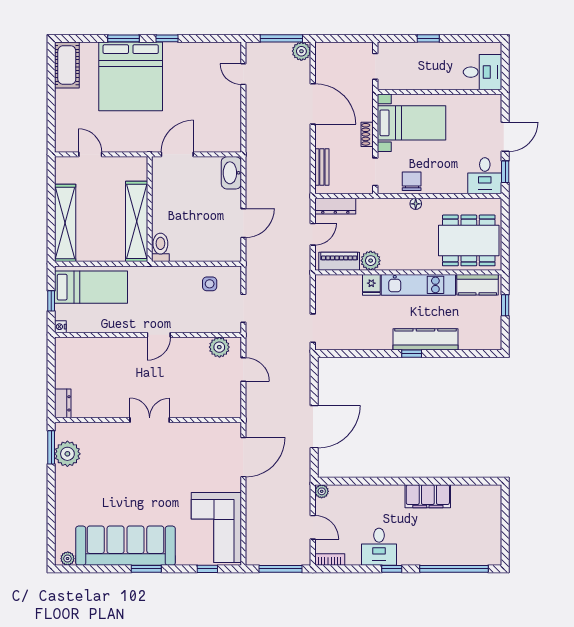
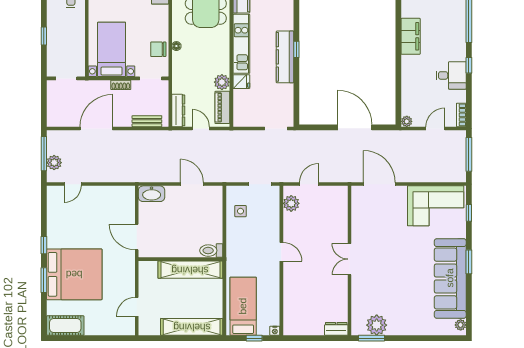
plant: (301, 51) -> (54, 163), moved
kitchen counter: (425, 339) -> (285, 57), moved

